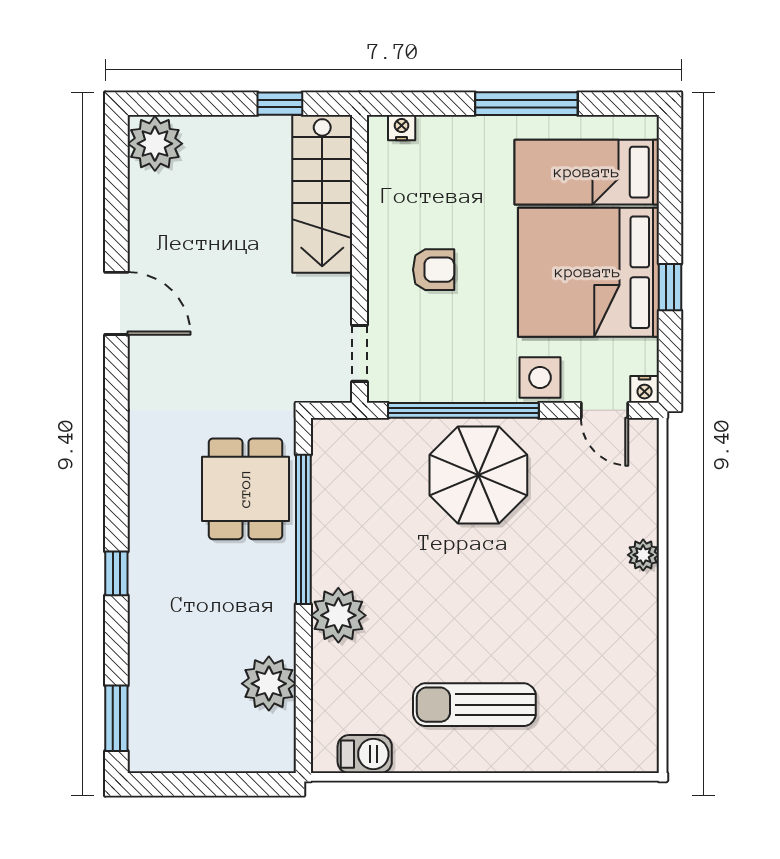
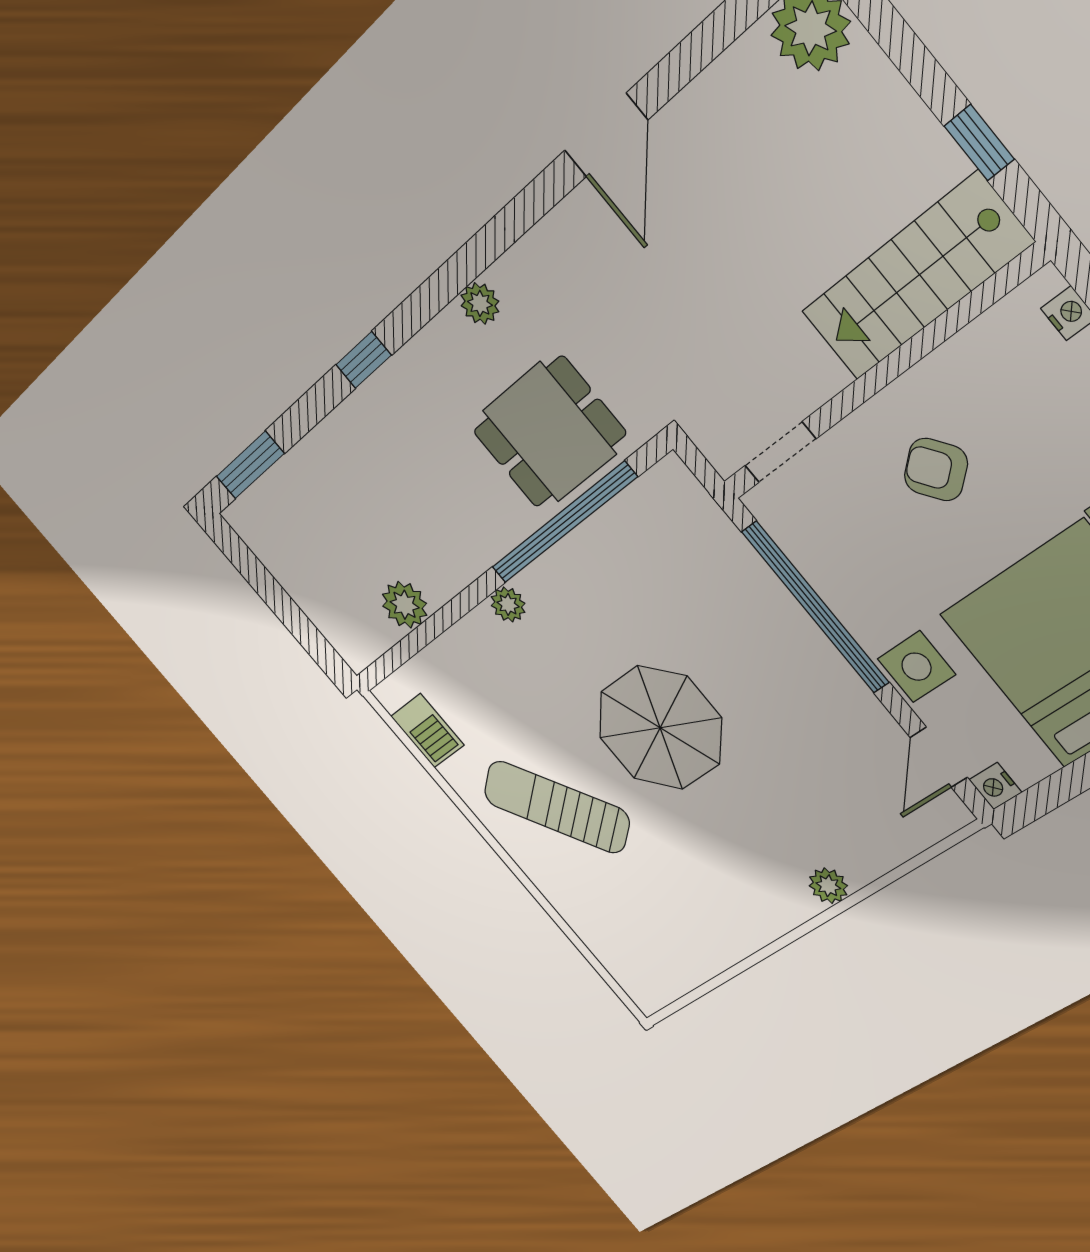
armchair: (434, 270) -> (936, 470), turned 142
plant: (143, 465) -> (480, 303), added
parasol: (478, 475) -> (660, 728), moved
plant: (338, 615) -> (508, 604), width x0.53, depth x0.53
plant: (269, 684) -> (405, 605), width x0.73, depth x0.73
sun lounger: (474, 705) -> (556, 807), turned -35

